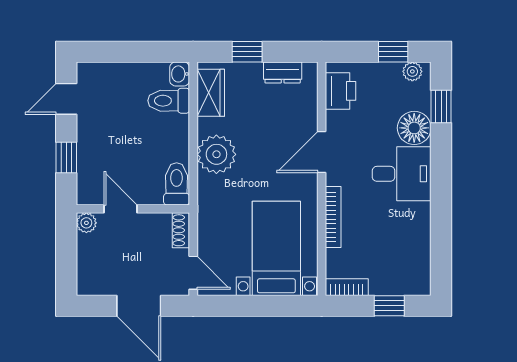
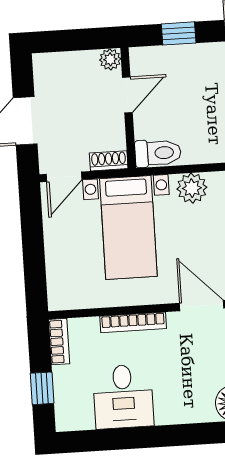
plant: (216, 154) -> (192, 188), width x0.73, depth x0.73
desk: (402, 174) -> (123, 396), moved
bed with nightstands: (276, 248) -> (128, 228), moved, turned 90

